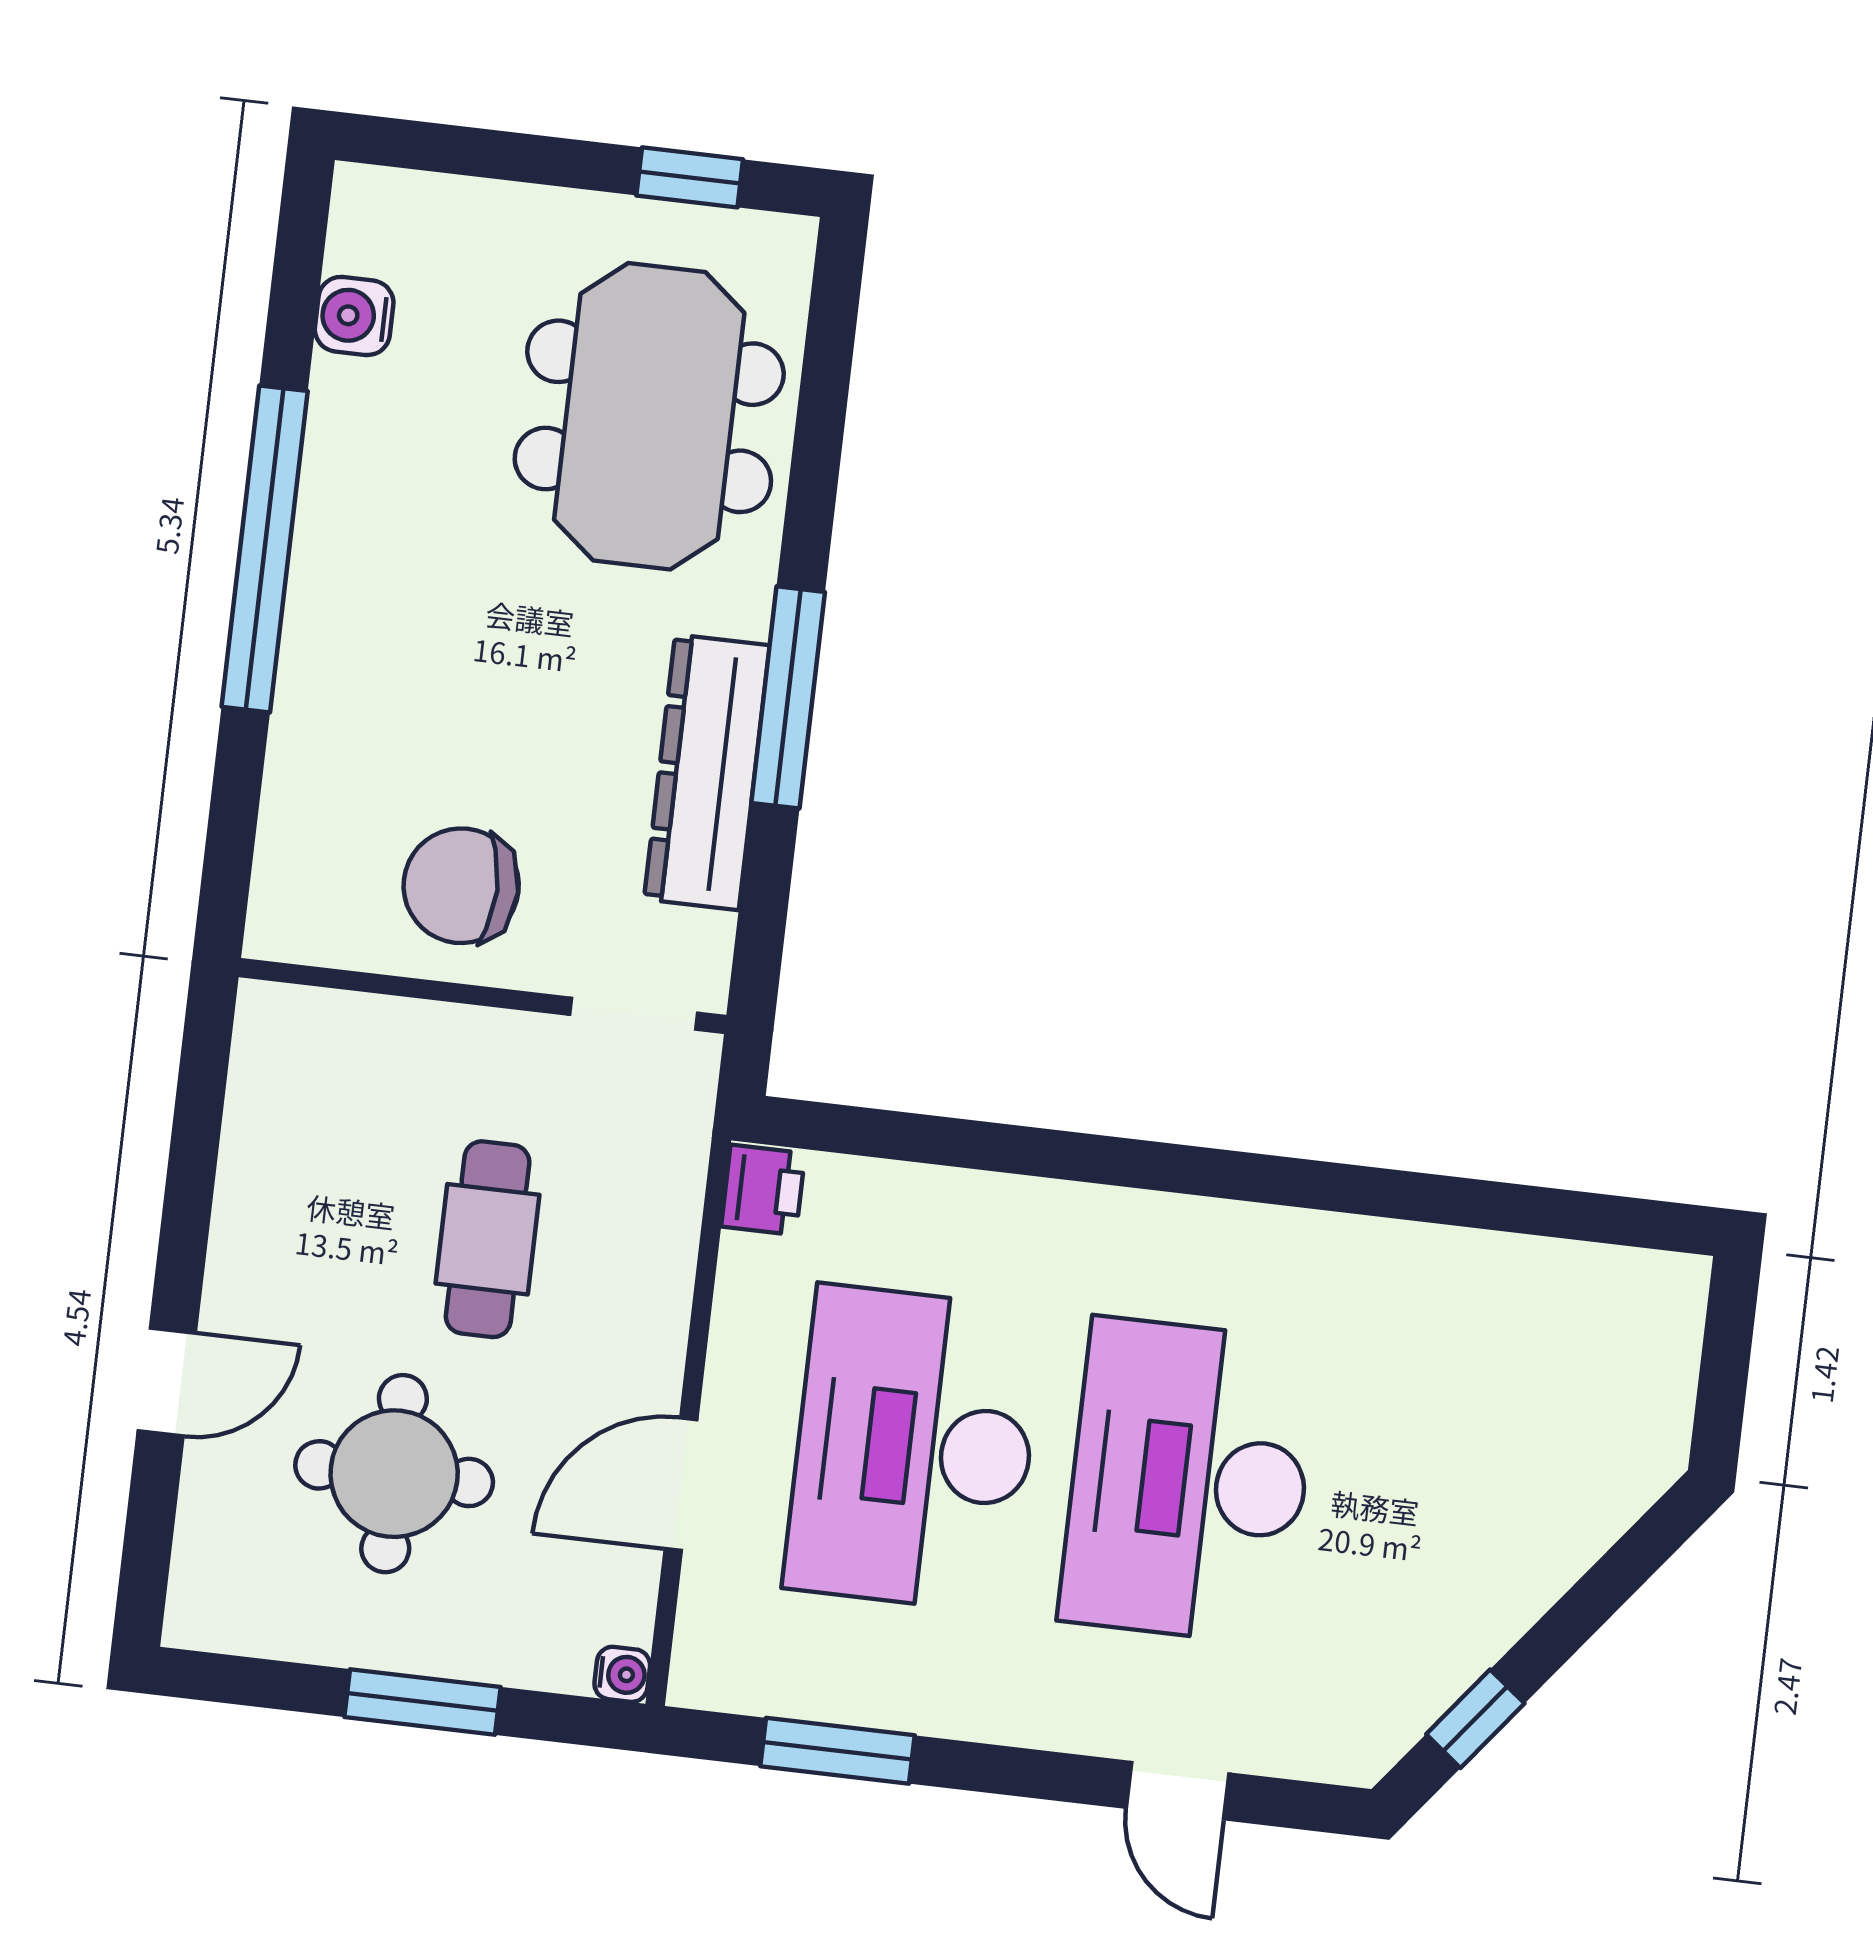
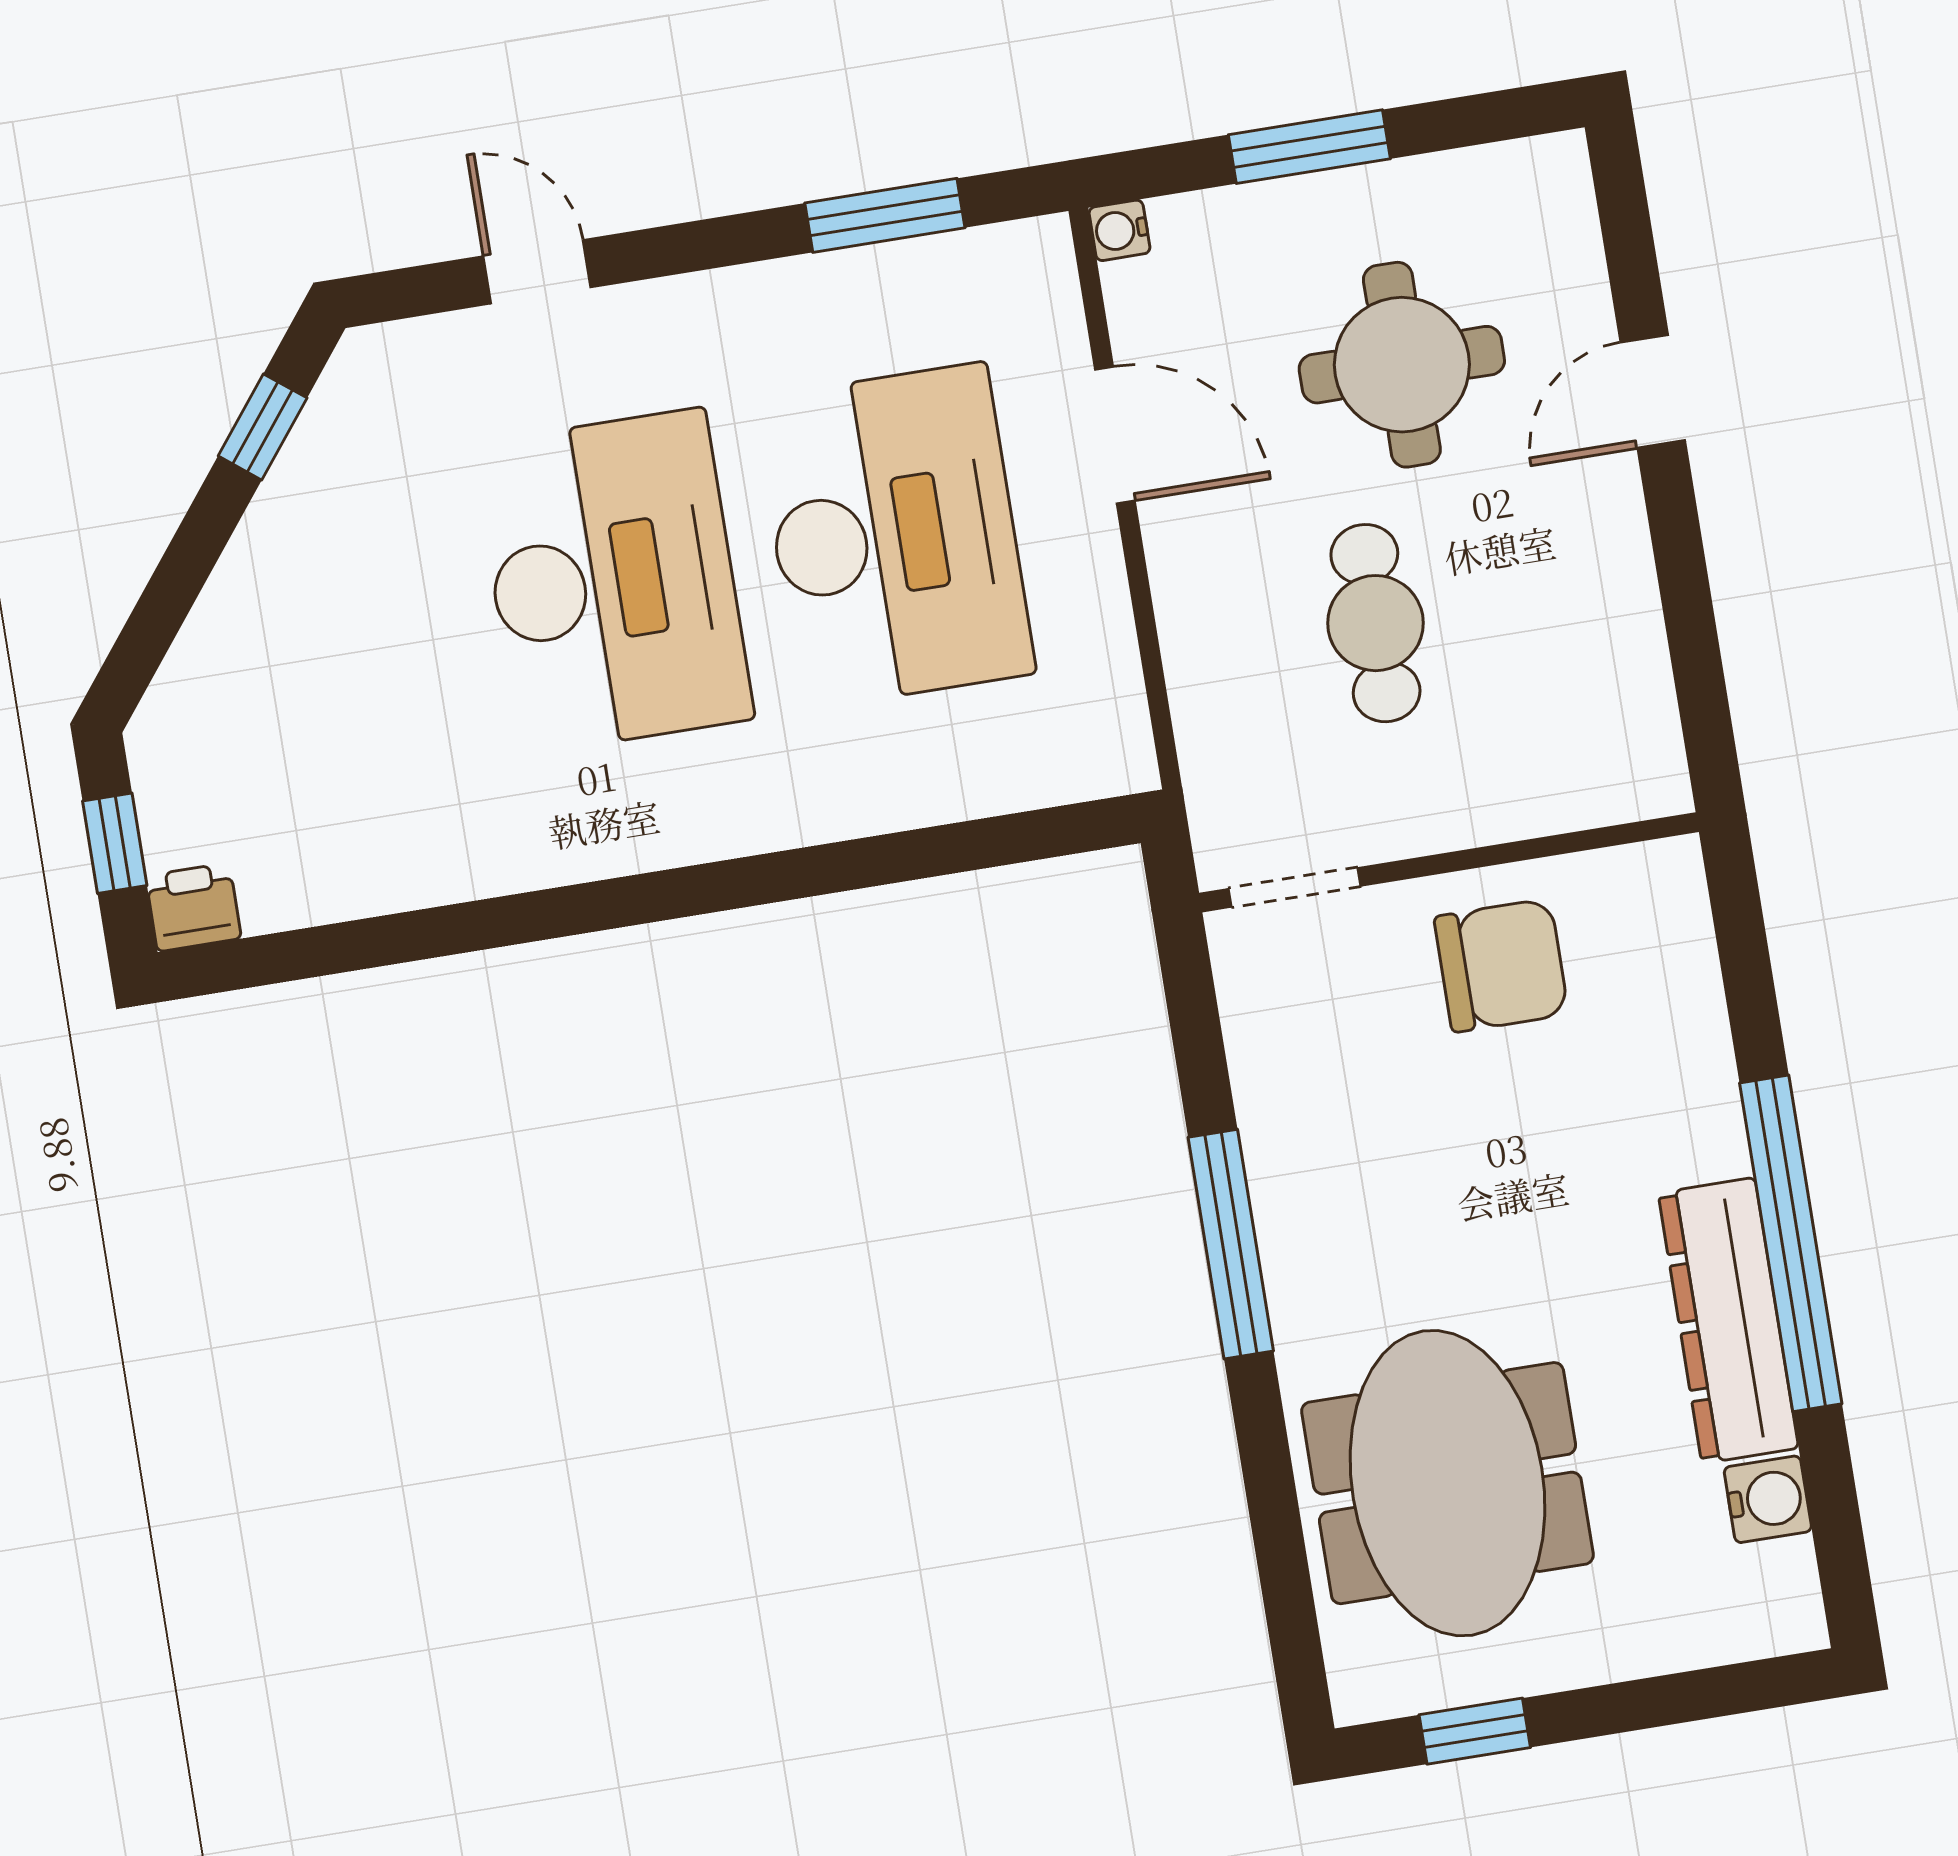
dresser: (707, 772) -> (1728, 1321), moved, turned 180
printer: (763, 1190) -> (193, 907), moved, turned 90
window: (1724, 1369) -> (115, 843), added
door: (681, 1484) -> (1115, 435), hinge flipped

